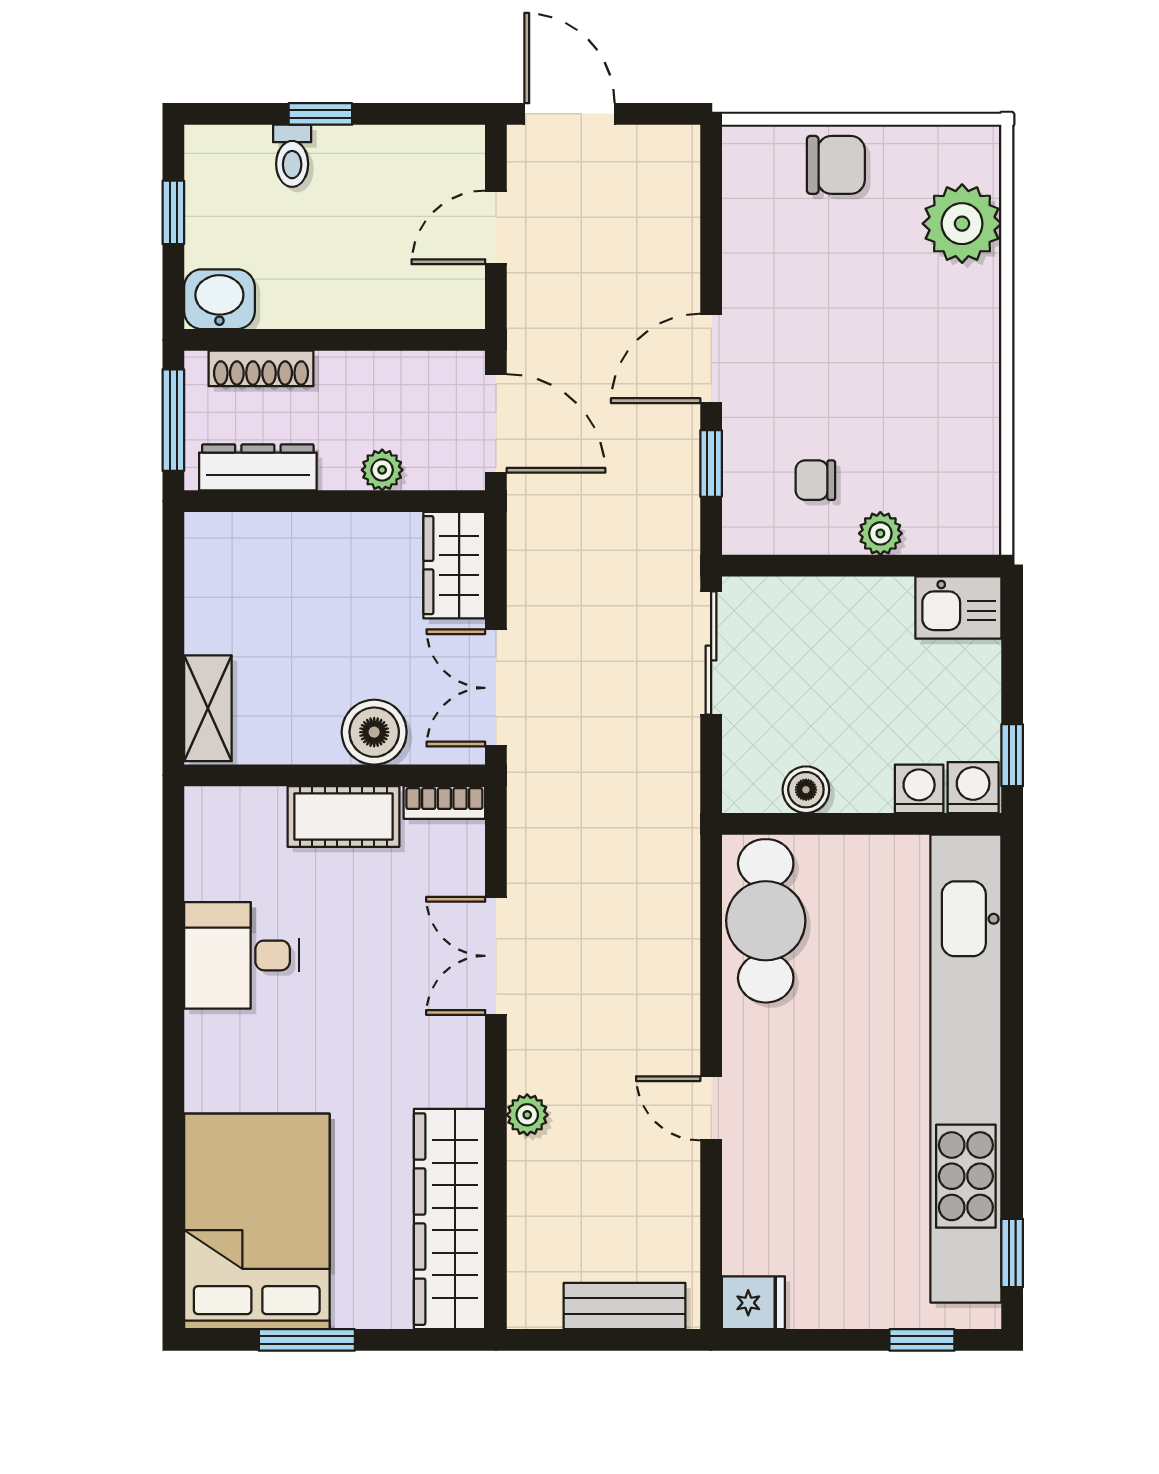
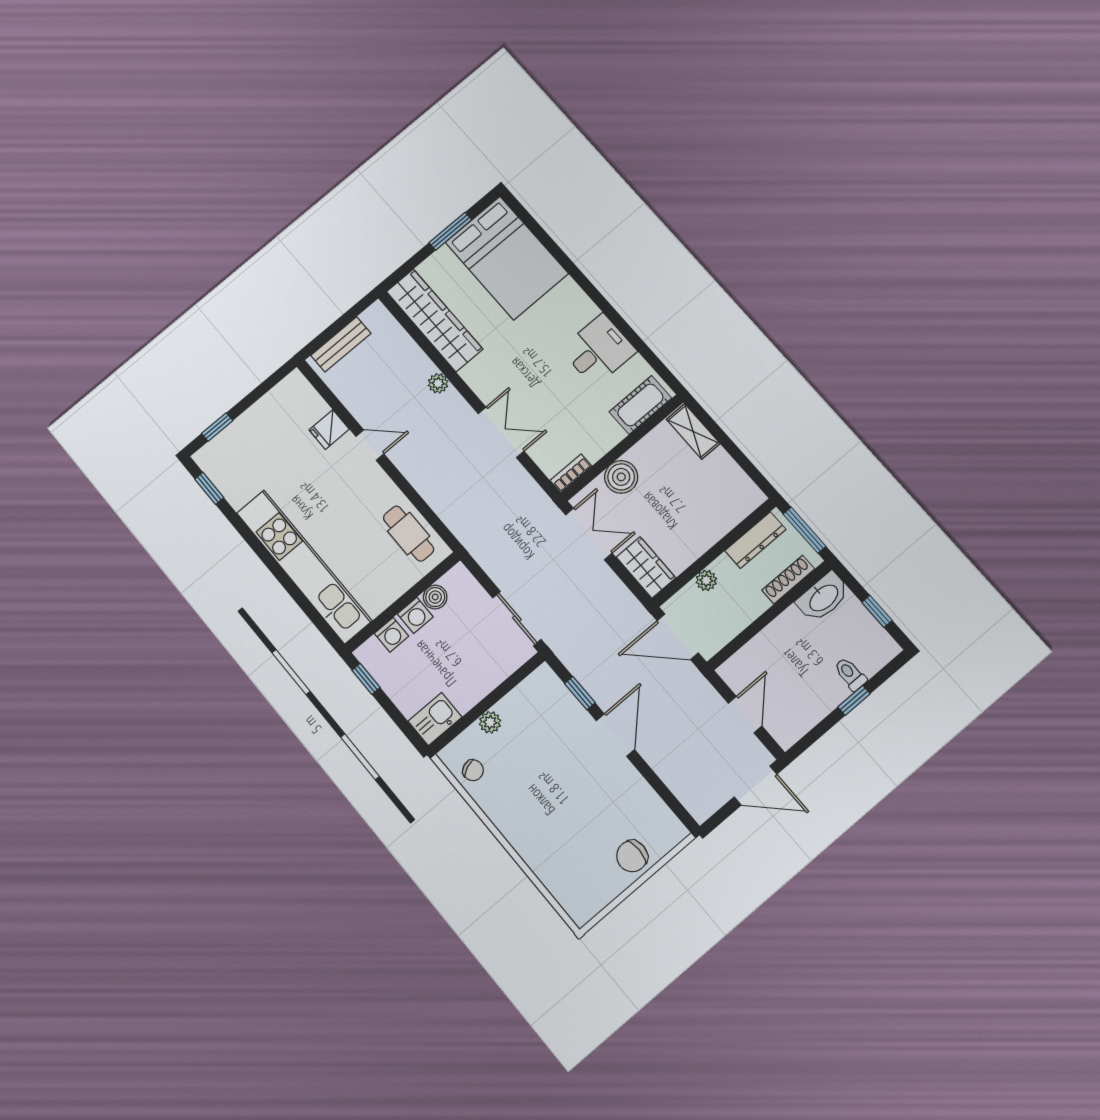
plant: (962, 224) -> (562, 875), removed
washbasin: (219, 299) -> (823, 597), width x1.38
chair: (815, 480) -> (473, 770), moved, turned 68
washing machine: (973, 788) -> (415, 615), moved
cot: (343, 816) -> (640, 405), moved
cafe table: (766, 921) -> (409, 534), width x0.73, depth x0.74
kitchen unit: (966, 1069) -> (304, 567), width x0.73
fridge: (753, 1303) -> (329, 430), moved

